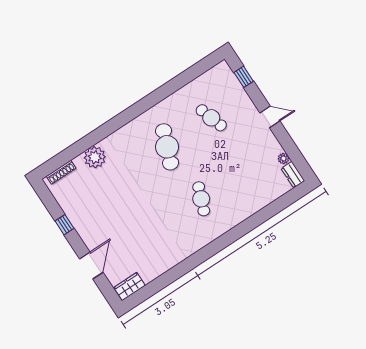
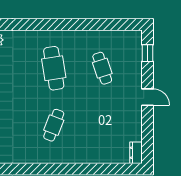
cafe table: (167, 147) -> (54, 68), turned -30
plant: (283, 158) -> (137, 136), removed

